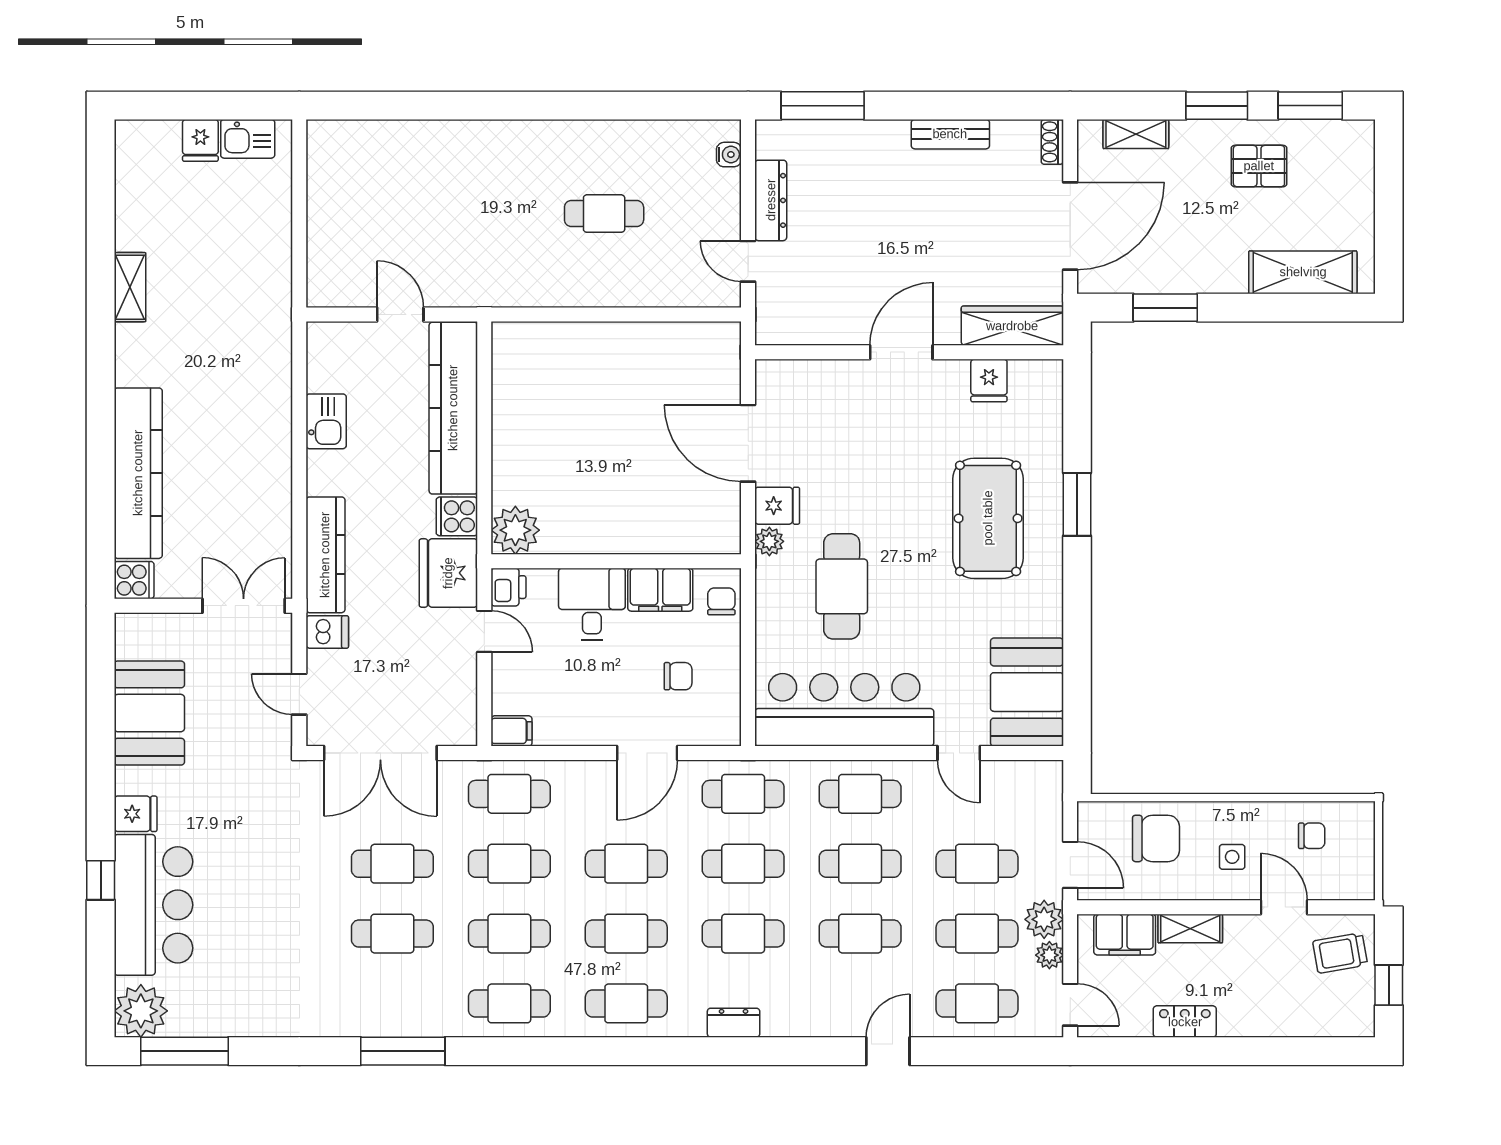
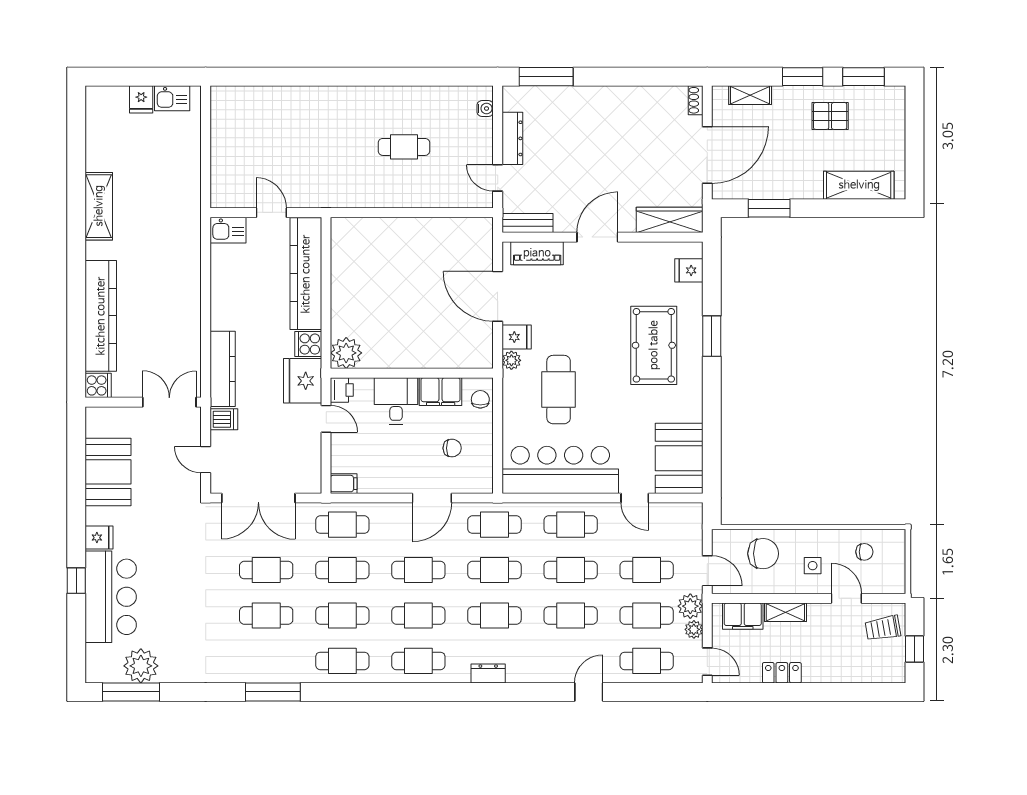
bench: (950, 134) -> (527, 223), moved
shelving: (130, 287) -> (99, 206), width x1.50, depth x1.33
piano: (809, 377) -> (537, 253), added
fridge: (989, 380) -> (689, 270), moved, turned 90
kitchen sink: (326, 421) -> (228, 230), moved, turned 90
plant: (141, 1011) -> (141, 666), moved

